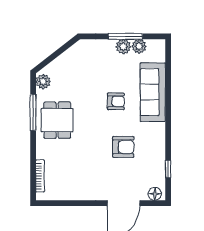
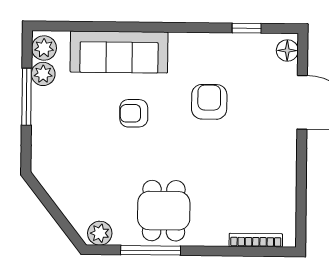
plant: (123, 47) -> (44, 48), moved
armchair: (116, 101) -> (134, 113), turned -91
dining table: (57, 120) -> (164, 211), turned 90

